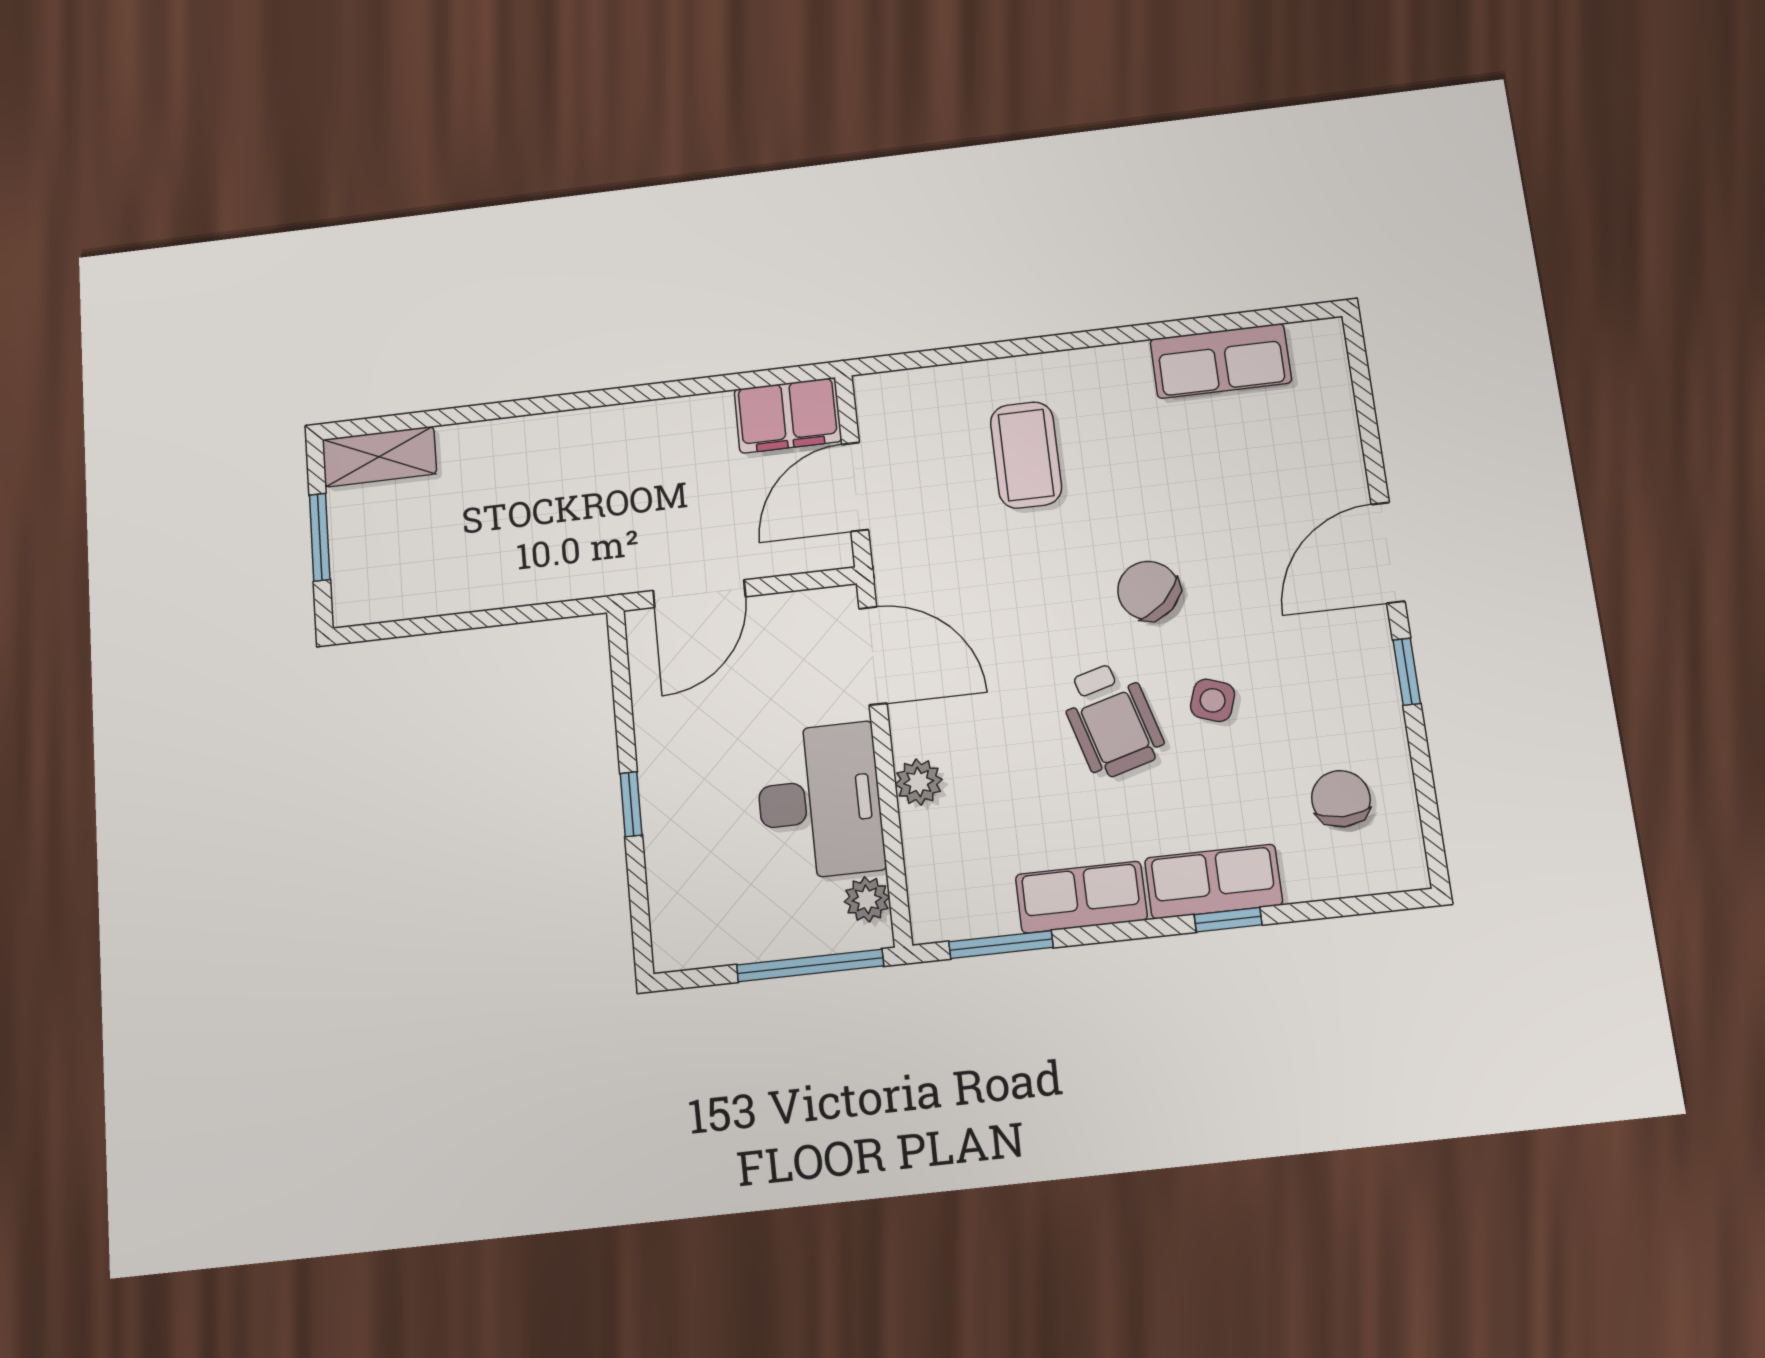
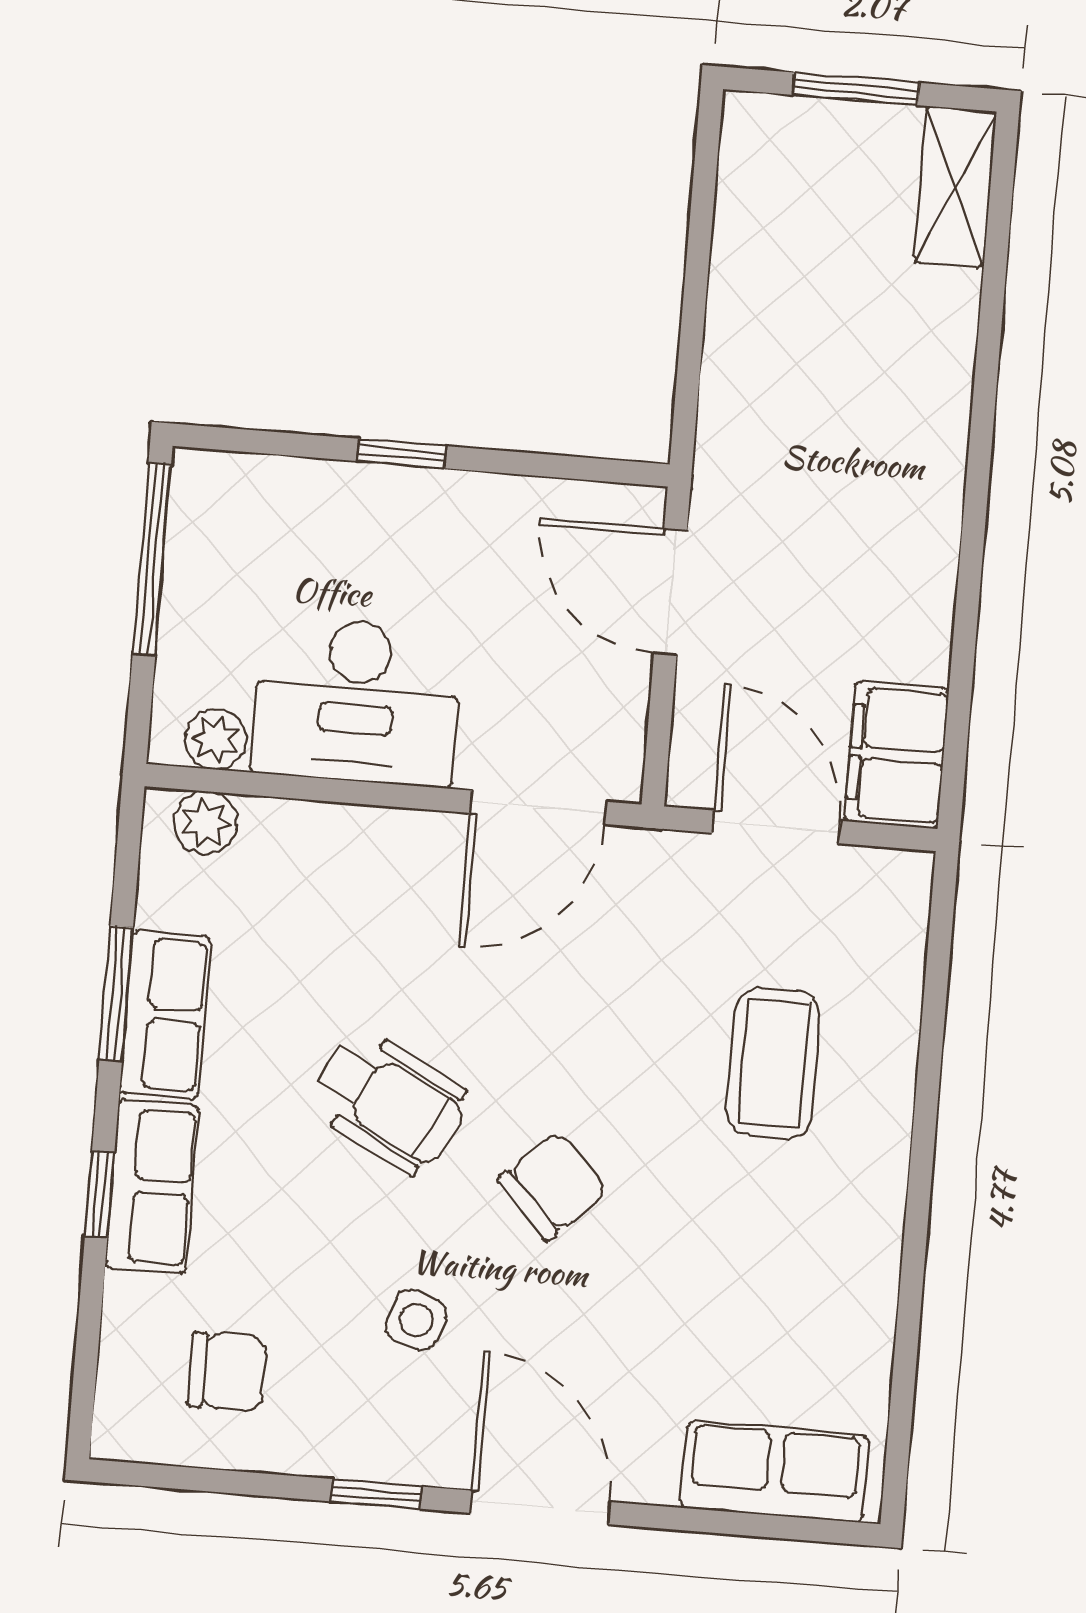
row of seats: (1221, 361) -> (775, 1472), moved, turned 90
coffee table: (1026, 455) -> (773, 1063), turned 90
side table: (1213, 700) -> (416, 1320), moved
wheelchair: (1112, 720) -> (389, 1102), turned -136
plant: (919, 782) -> (206, 823), moved
window: (1001, 945) -> (116, 993), moved
window: (810, 965) -> (152, 559), moved

